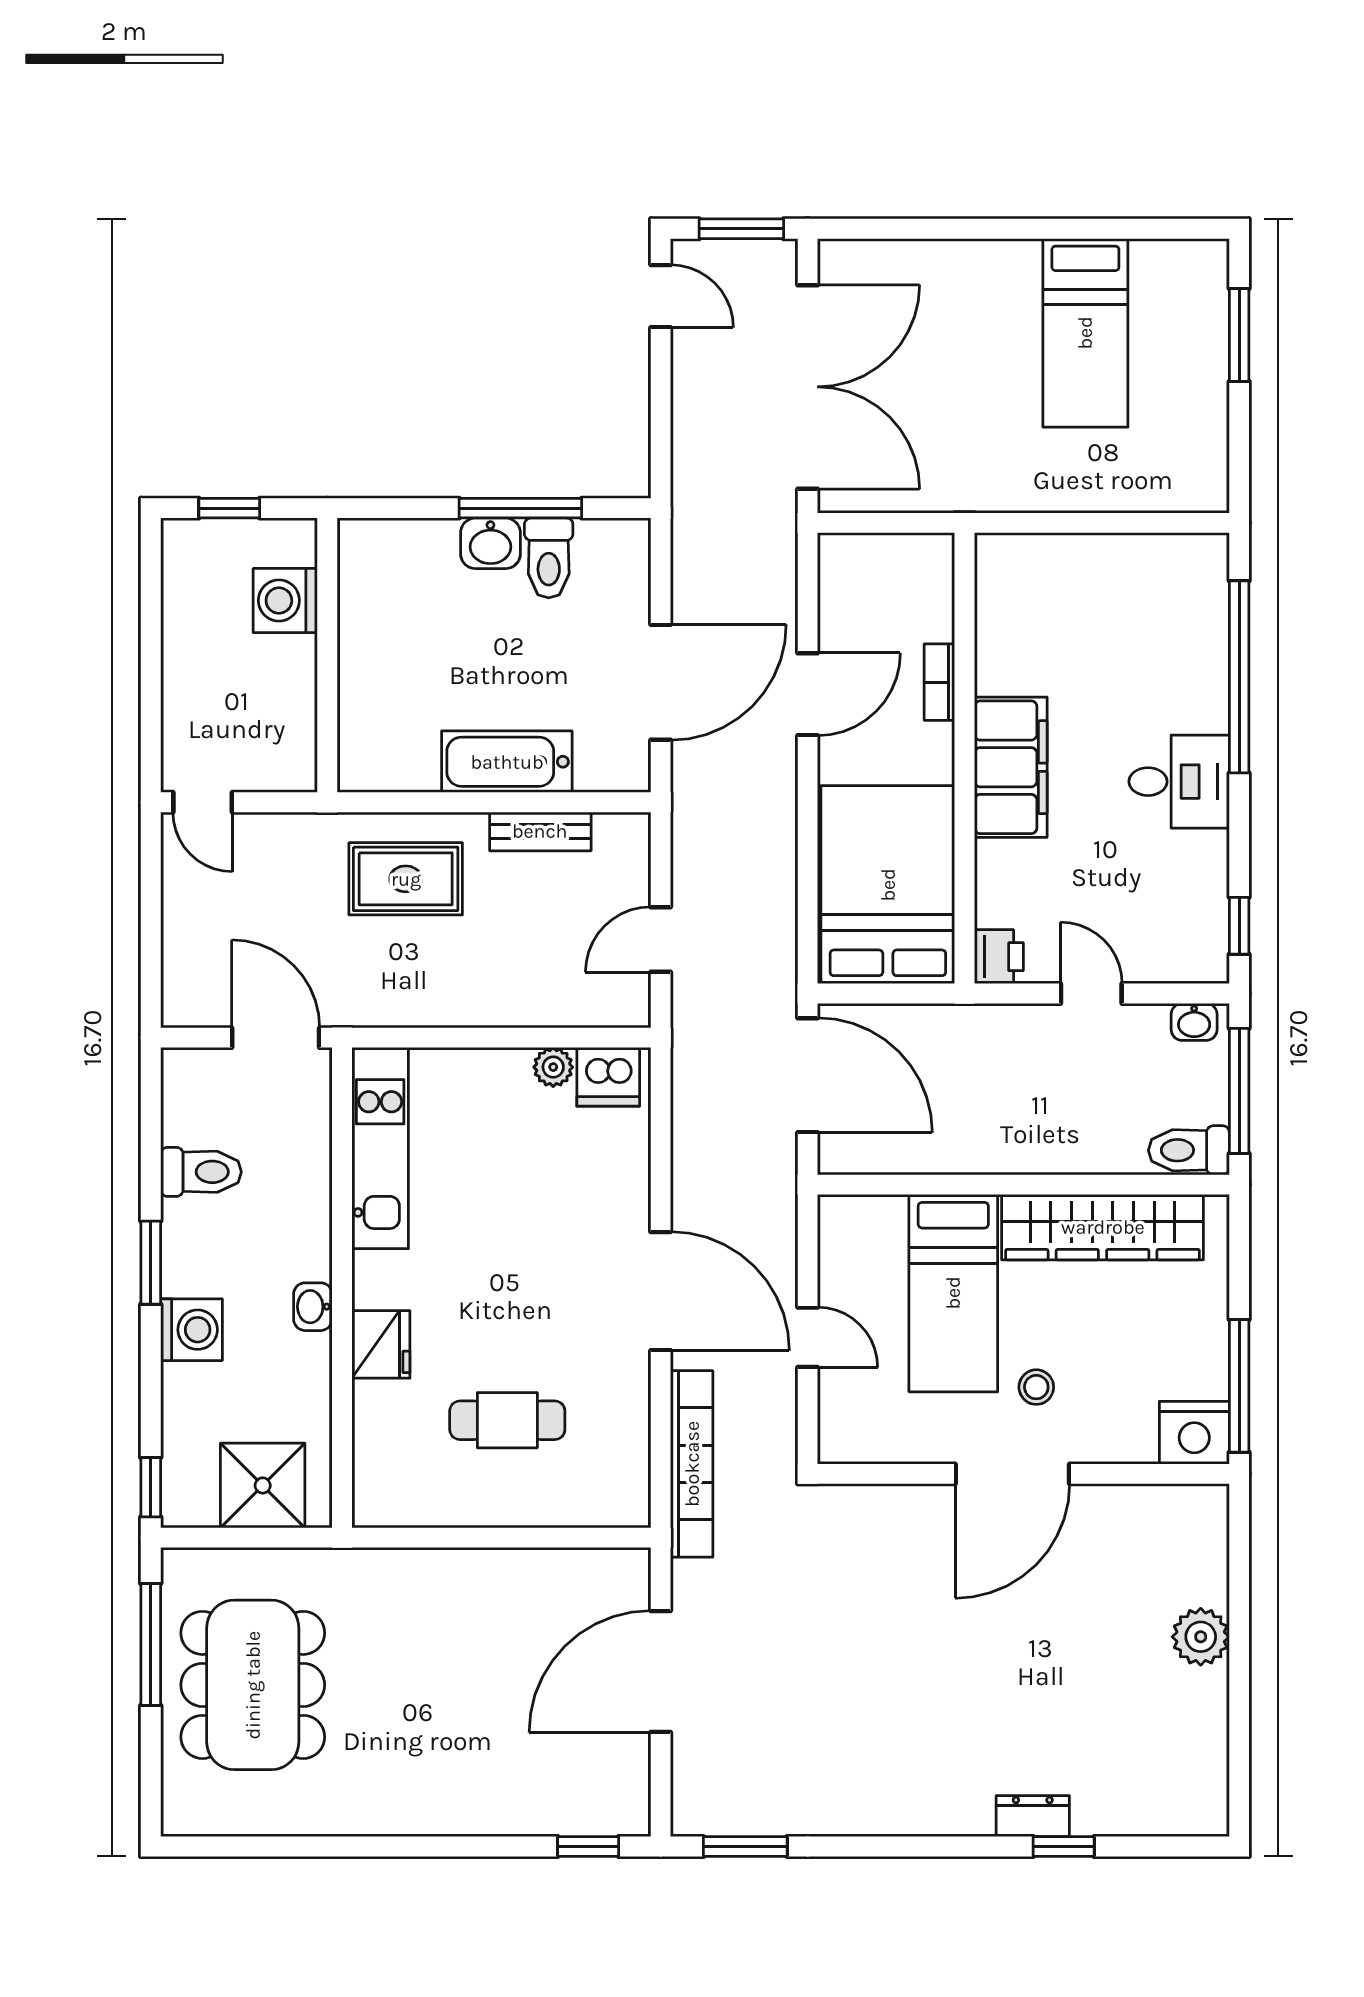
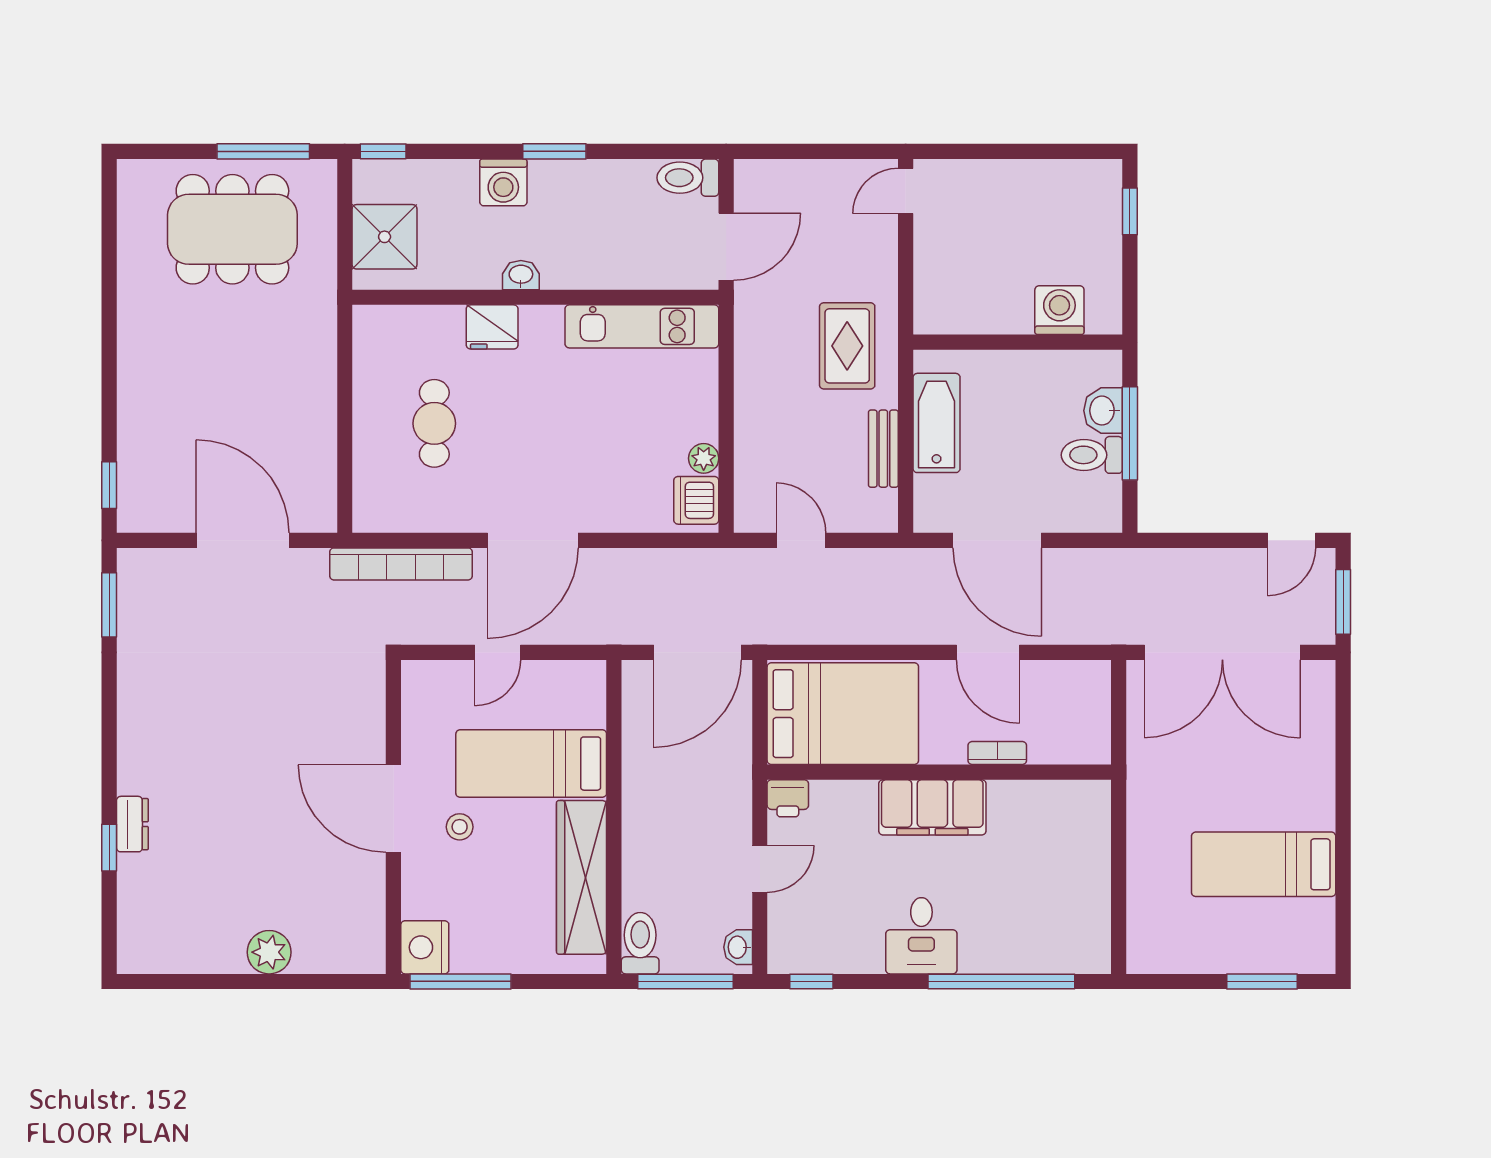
washing machine: (285, 601) -> (1059, 310), moved
wall: (327, 655) -> (1018, 342), moved
toilet: (201, 1172) -> (688, 178), moved, turned 90

